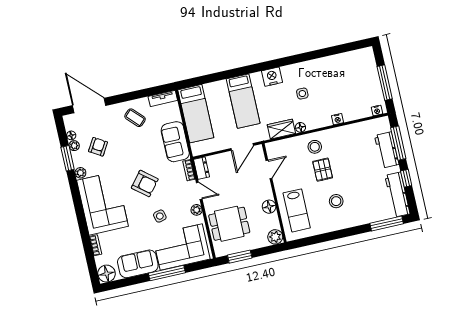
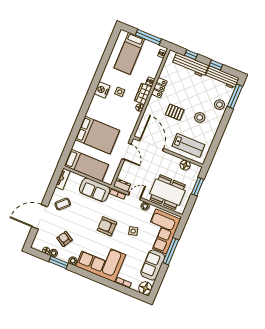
bed: (352, 74) -> (129, 53), added
nightstand: (272, 77) -> (102, 90), moved
bed: (243, 101) -> (97, 135), width x1.50
door: (89, 105) -> (40, 217), moved
wardrobe: (281, 129) -> (143, 94), moved
locker: (338, 133) -> (159, 88), added
window: (398, 143) -> (191, 55), width x0.46
stool: (315, 147) -> (219, 105), moved
workbench: (387, 150) -> (190, 65), width x1.38
door: (269, 169) -> (152, 145), width x1.88
armchair: (145, 183) -> (107, 226), turned -129
floor lamp: (269, 207) -> (185, 165), moved
dining table: (229, 224) -> (168, 192), width x1.37
plant: (275, 237) -> (195, 170), removed
window: (240, 257) -> (198, 187), moved

